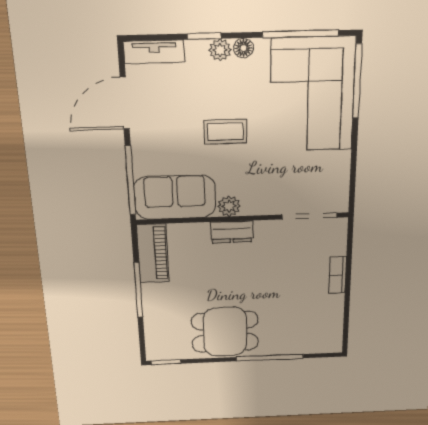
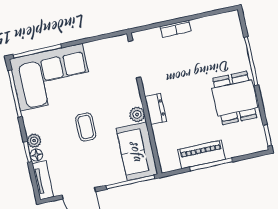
floor lamp: (243, 48) -> (36, 155), moved
piano: (153, 253) -> (202, 154), moved

